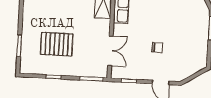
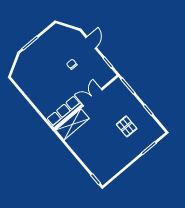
pallet: (57, 44) -> (127, 126), width x0.67, depth x0.71
double door: (110, 51) -> (92, 97), moved

